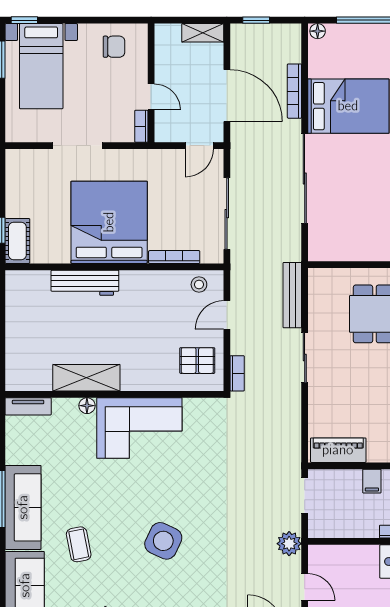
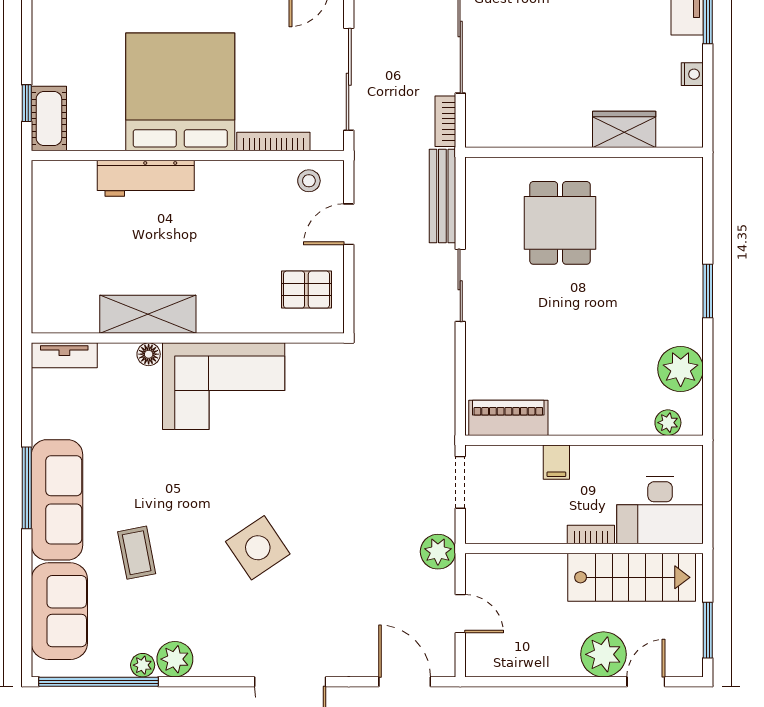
bookcase: (237, 373) -> (445, 121), moved, turned 180
side table: (163, 541) -> (258, 548), turned 31

